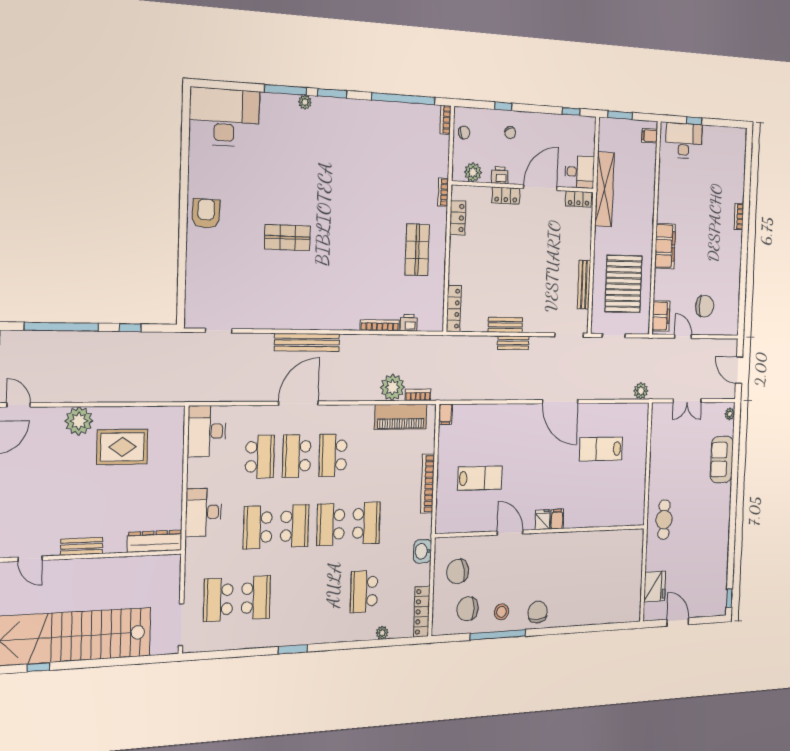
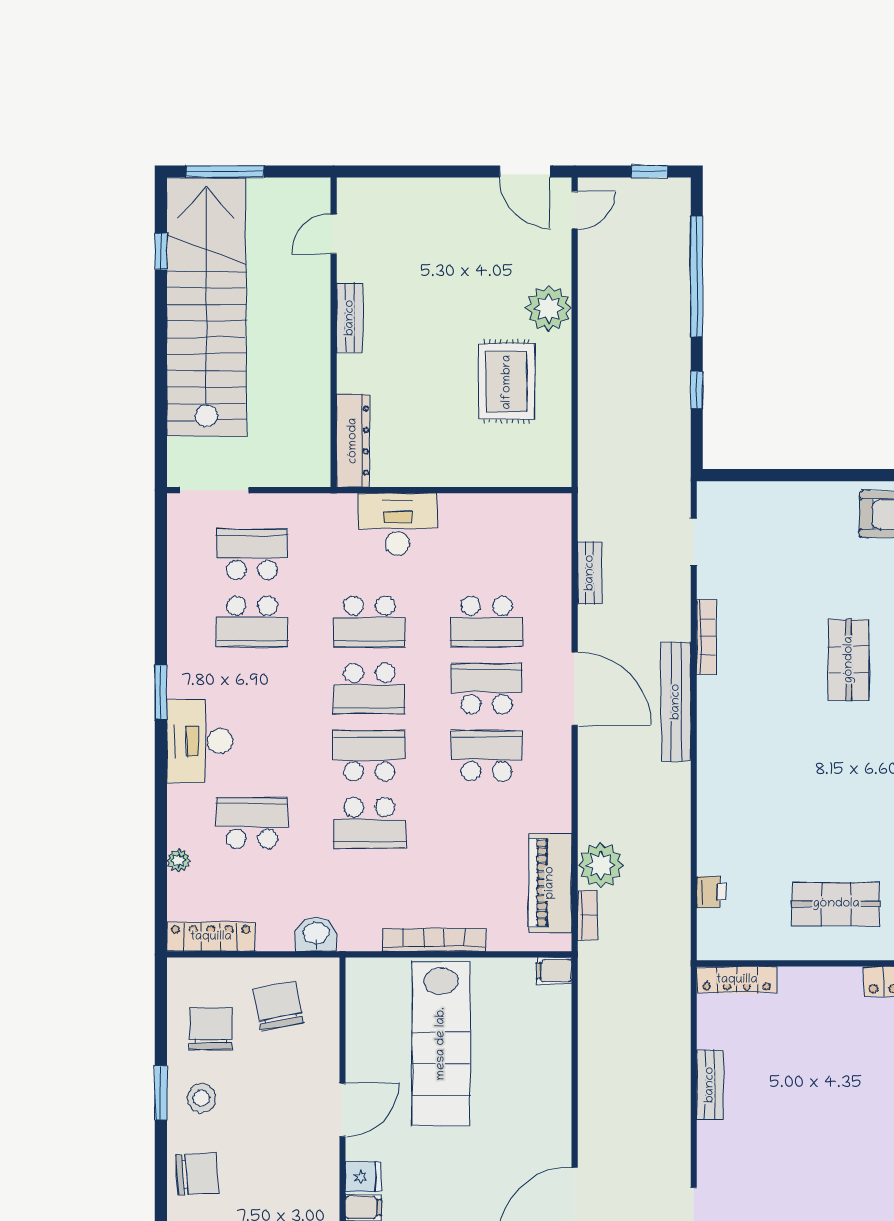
bookcase: (380, 325) -> (706, 637), moved
bench: (513, 343) -> (590, 573), moved
desk: (207, 431) -> (200, 741), moved, turned -90
lab bench: (480, 478) -> (441, 1044), width x1.86, depth x1.39
school desk: (258, 527) -> (369, 621), turned 180
window: (498, 635) -> (161, 1093), width x0.47

